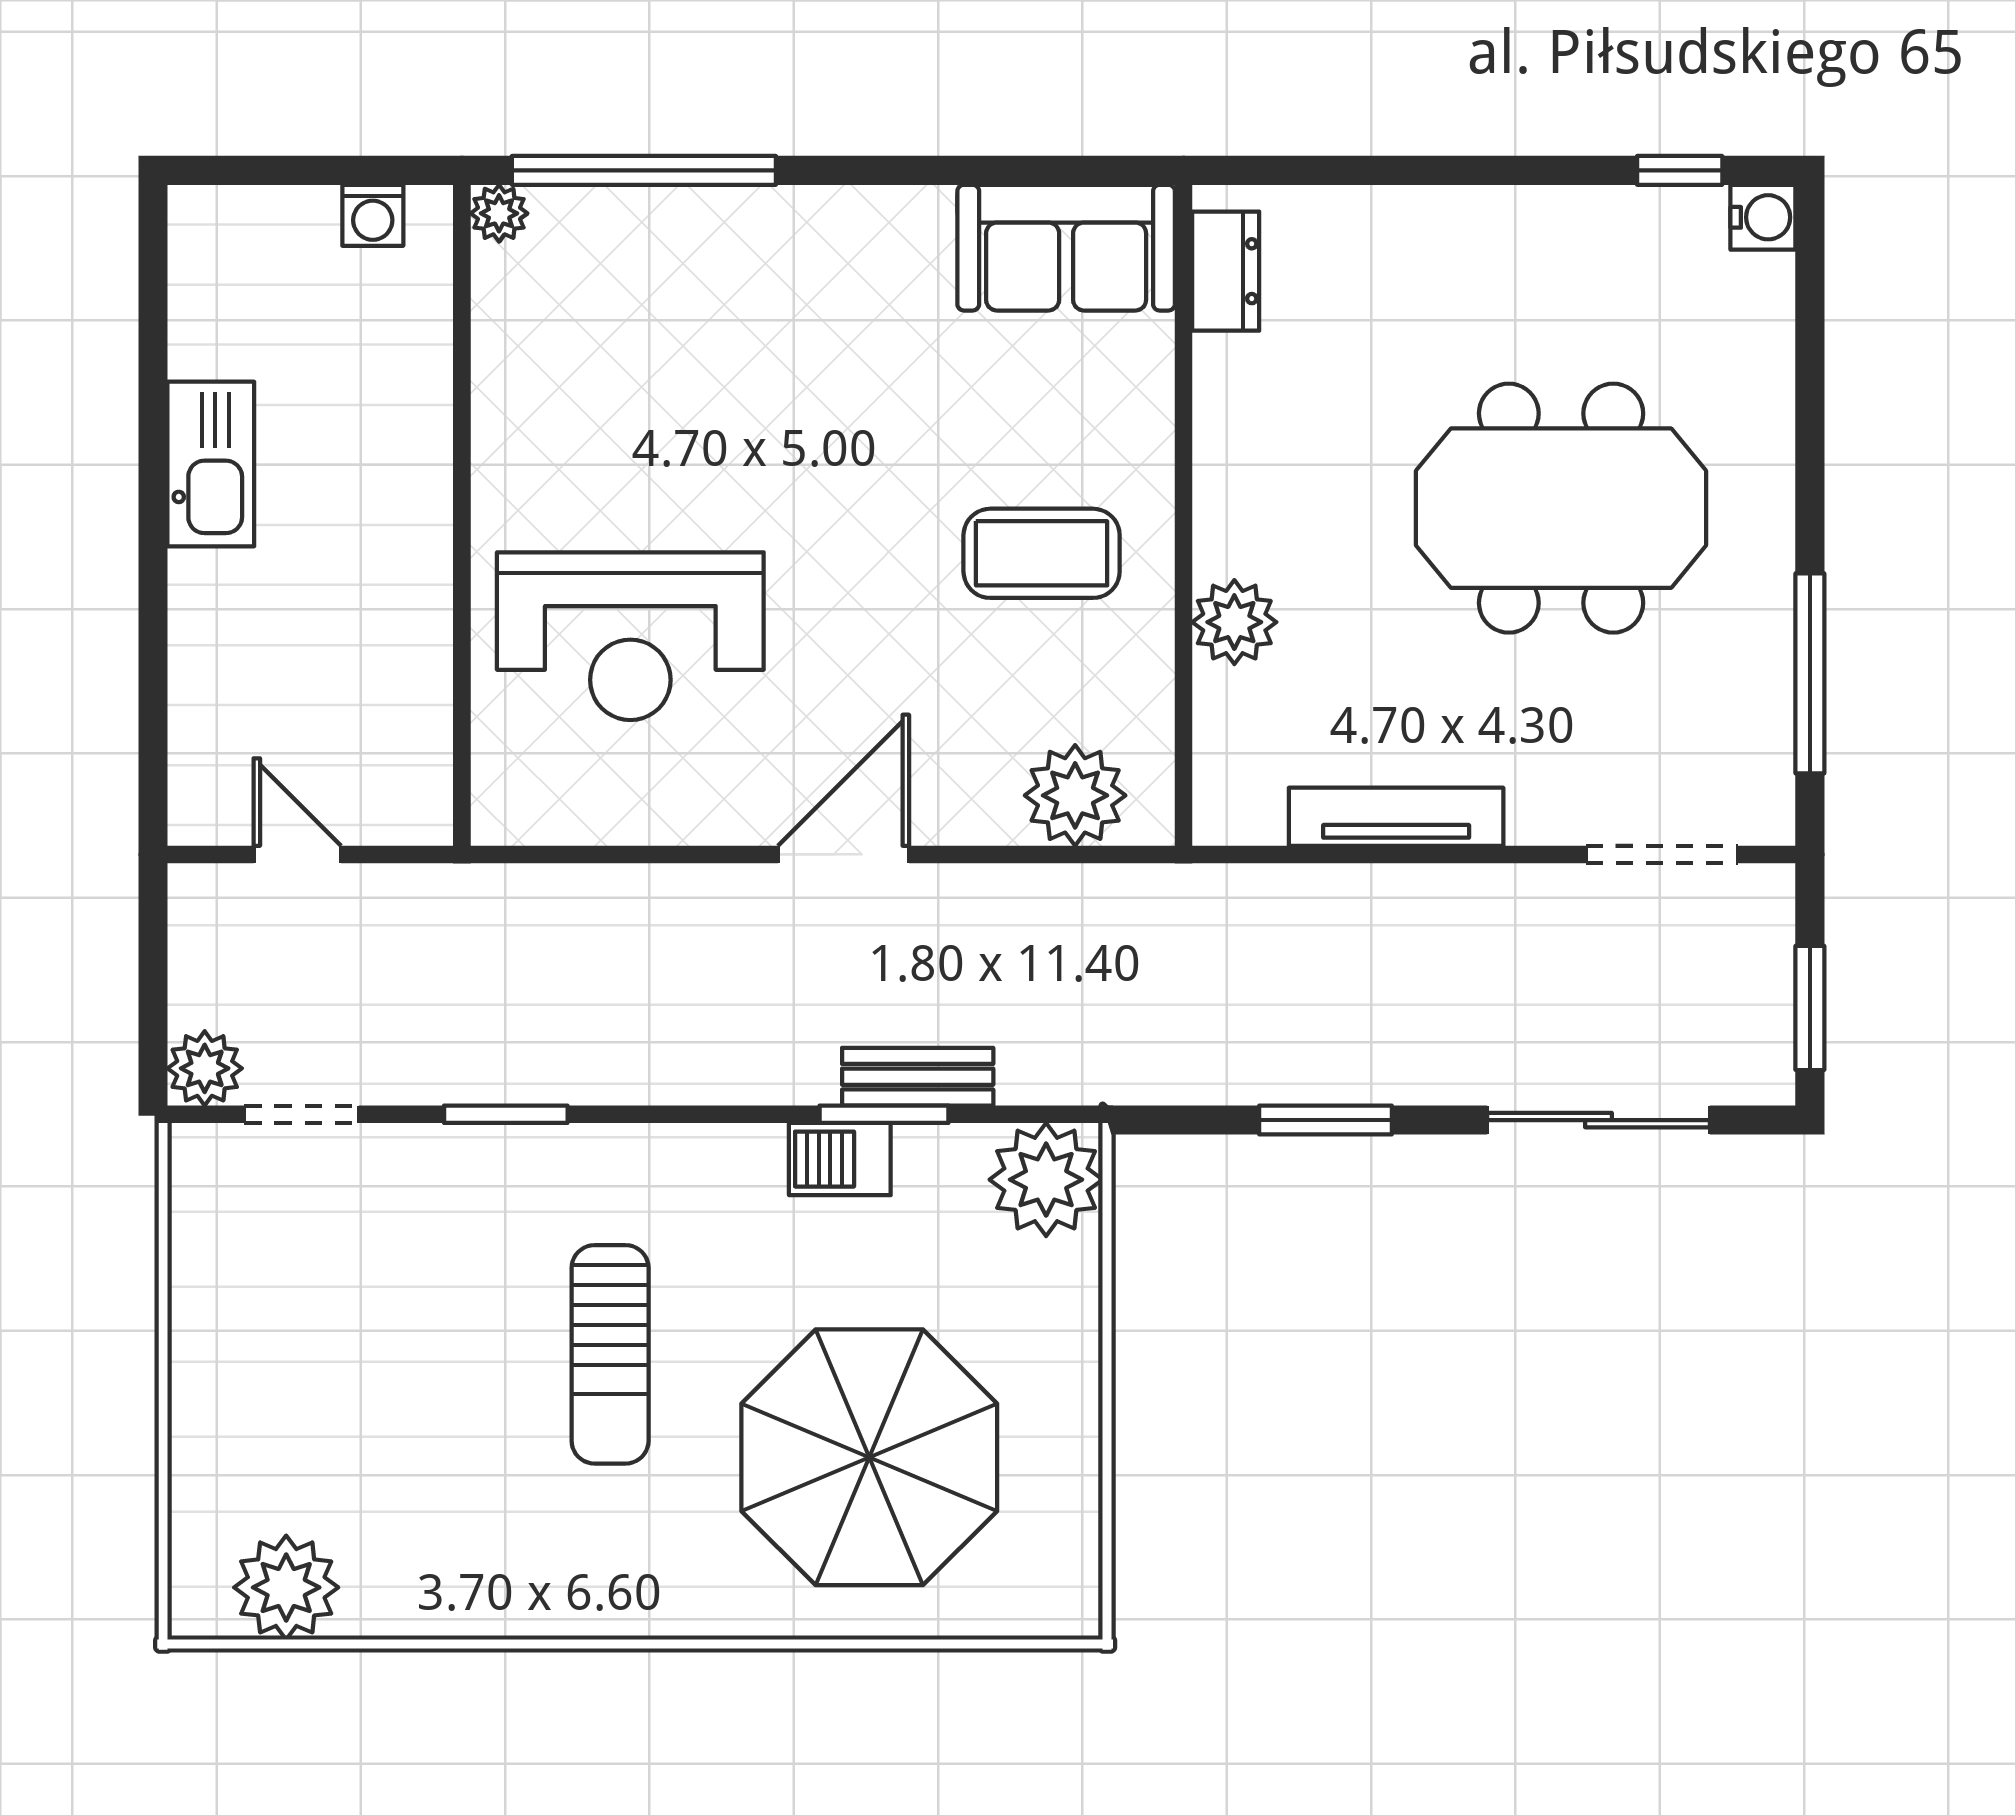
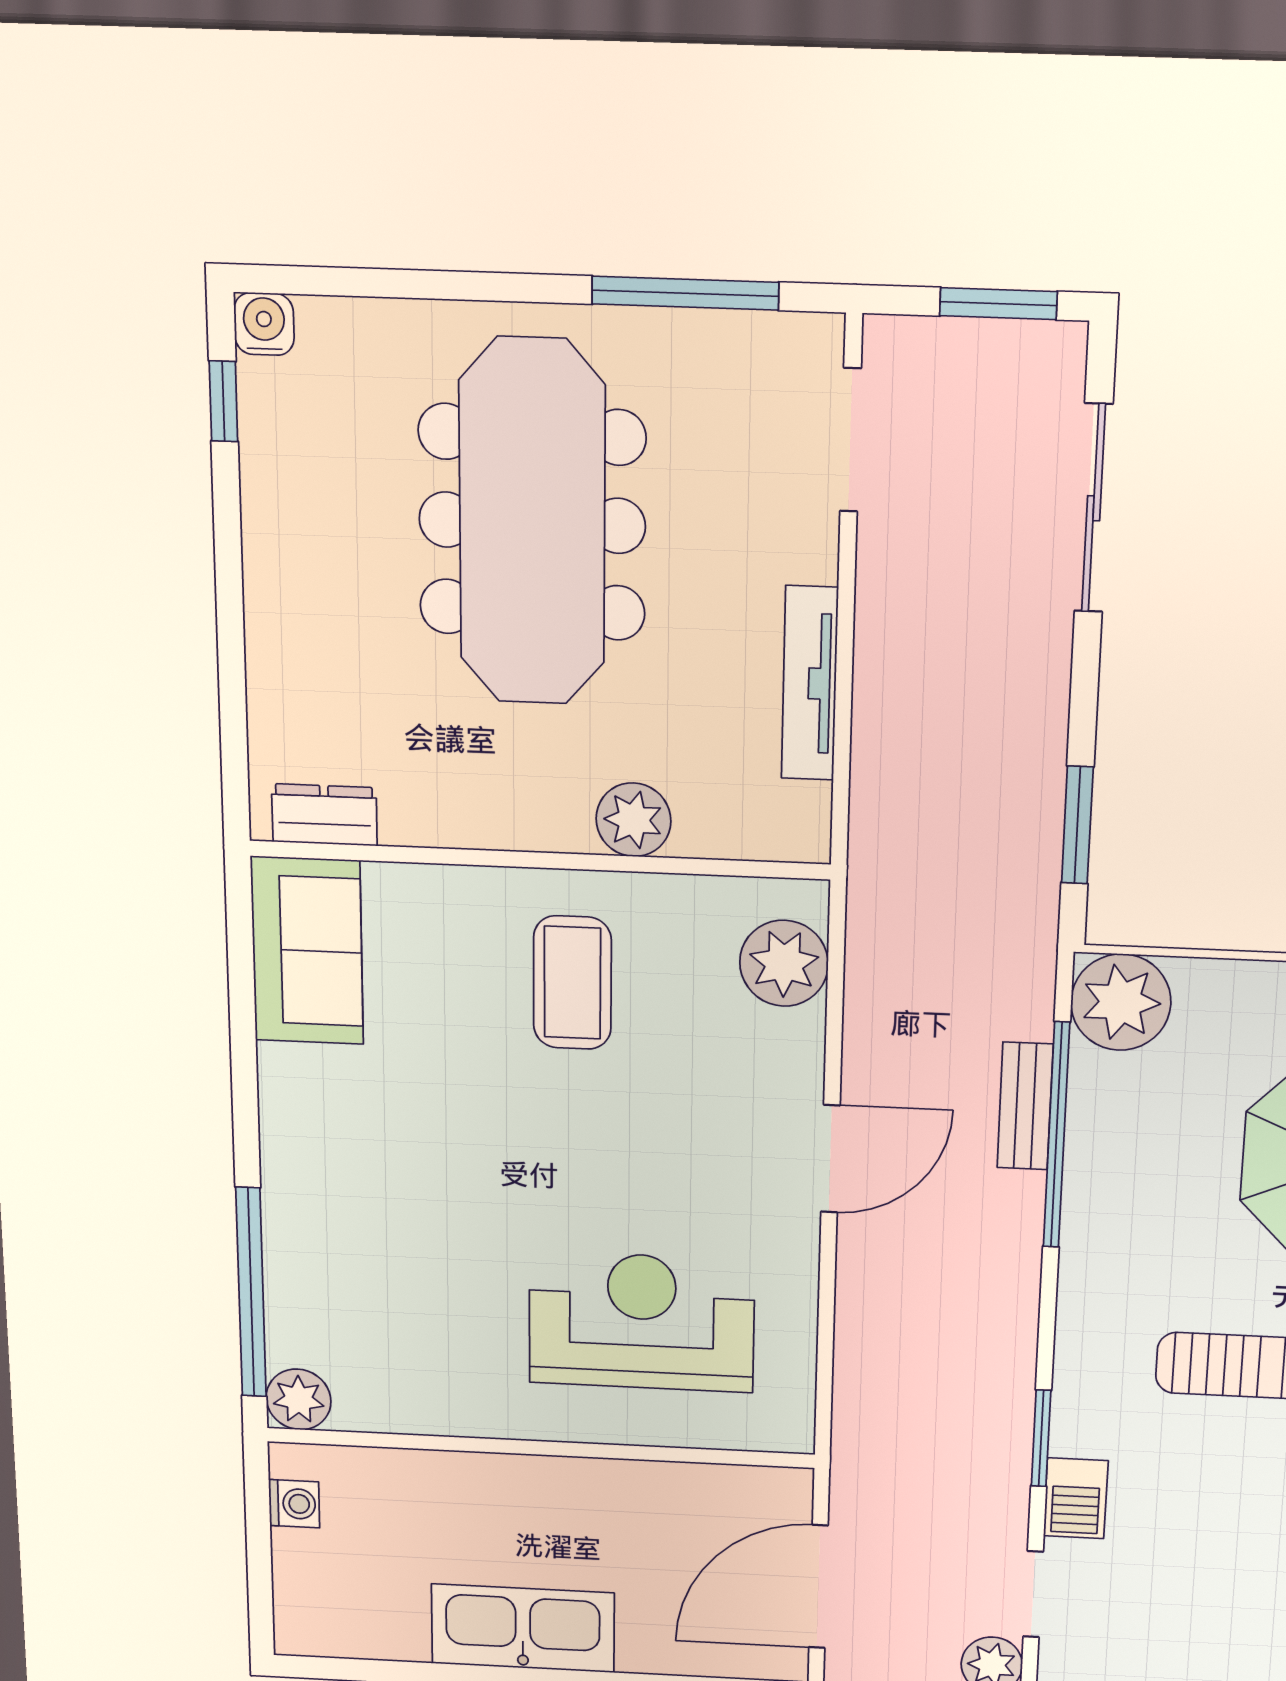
plant: (499, 213) -> (299, 1399), width x1.38, depth x1.38
kitchen sink: (211, 464) -> (523, 1628), width x1.36, depth x1.24
meeting table: (1561, 508) -> (532, 523), width x1.36
reception desk: (630, 636) -> (641, 1322), turned -90
door: (297, 854) -> (818, 1587), width x1.88
door: (843, 854) -> (830, 1159), swing flipped
window: (884, 1114) -> (1056, 1135), width x2.11
window: (1326, 1120) -> (1077, 825), moved
barbecue: (840, 1159) -> (1076, 1498), moved

